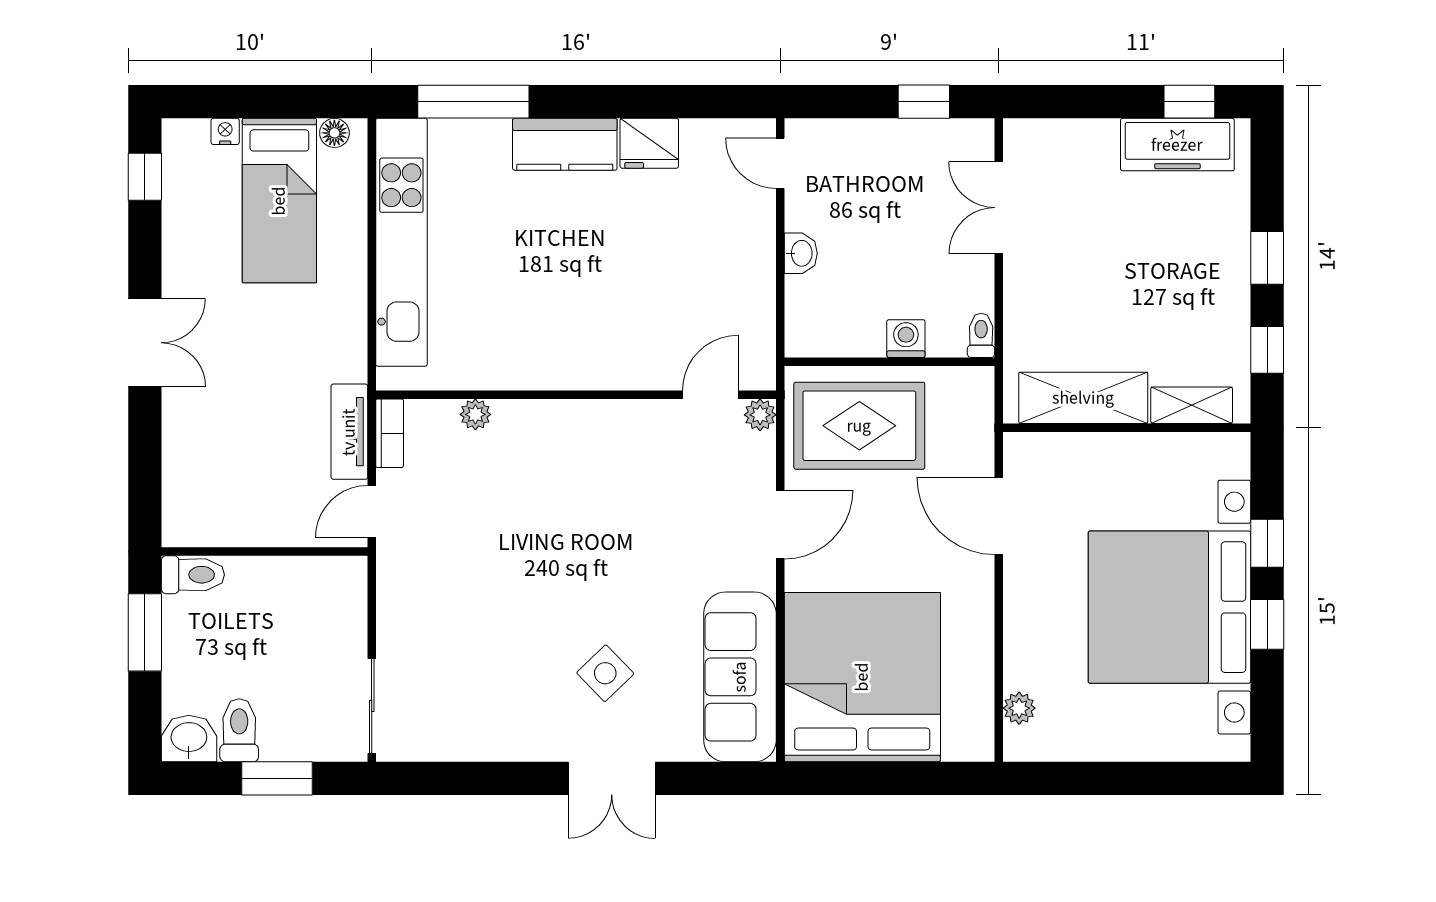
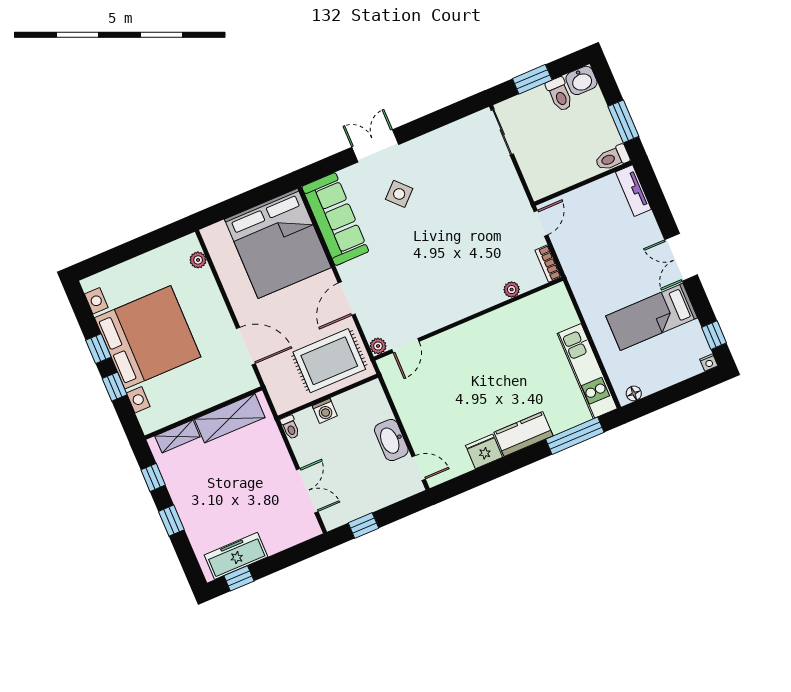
nightstand: (225, 131) -> (709, 362), moved
bed: (279, 201) -> (652, 317), moved, turned -90
kitchen unit: (401, 242) -> (587, 371), width x0.73
washbasin: (801, 253) -> (391, 440), width x1.91, depth x1.45
tv unit: (349, 432) -> (633, 191), moved, turned 180

